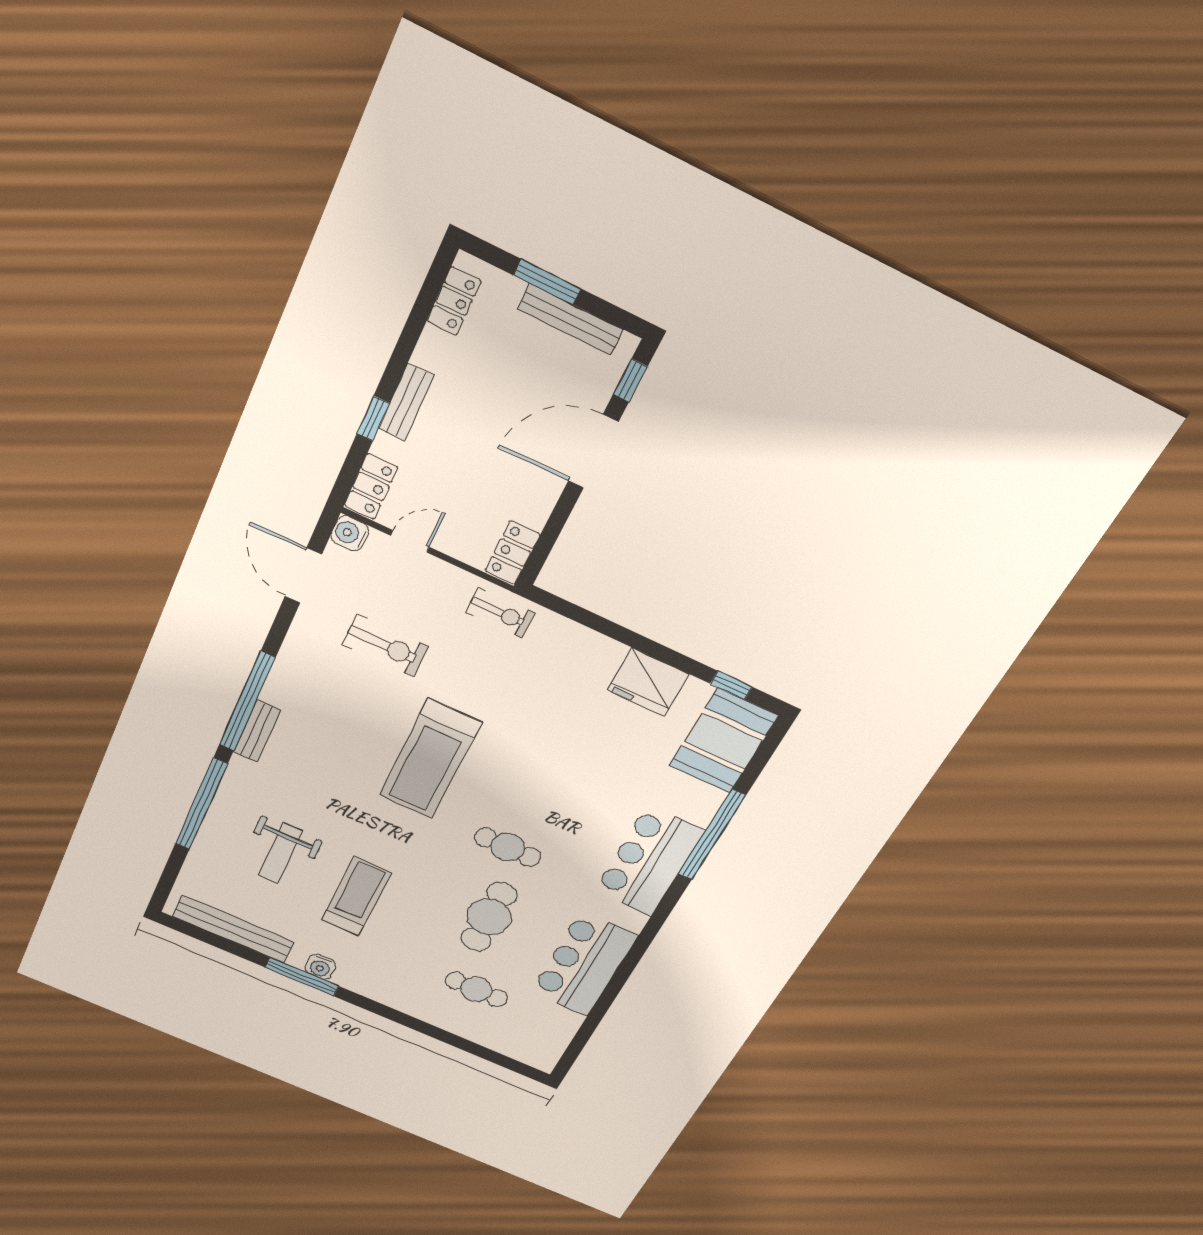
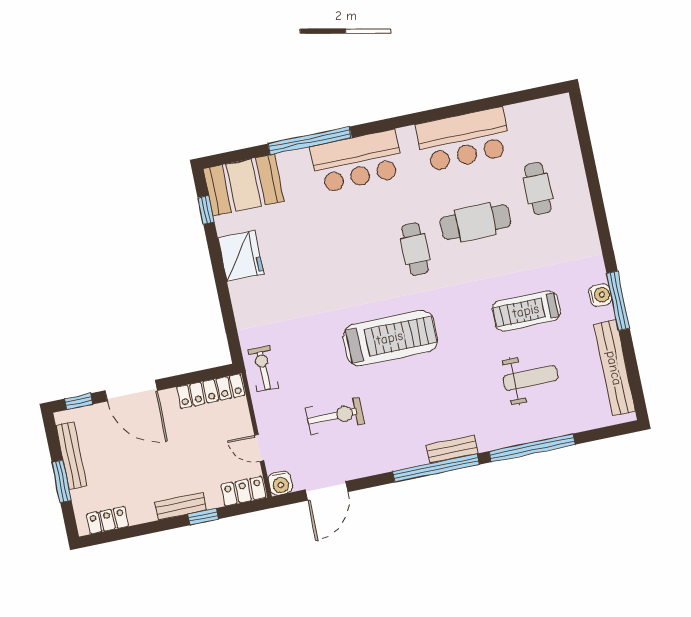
locker: (512, 553) -> (211, 391), width x1.53
exercise bike: (386, 646) -> (335, 416), turned 90

